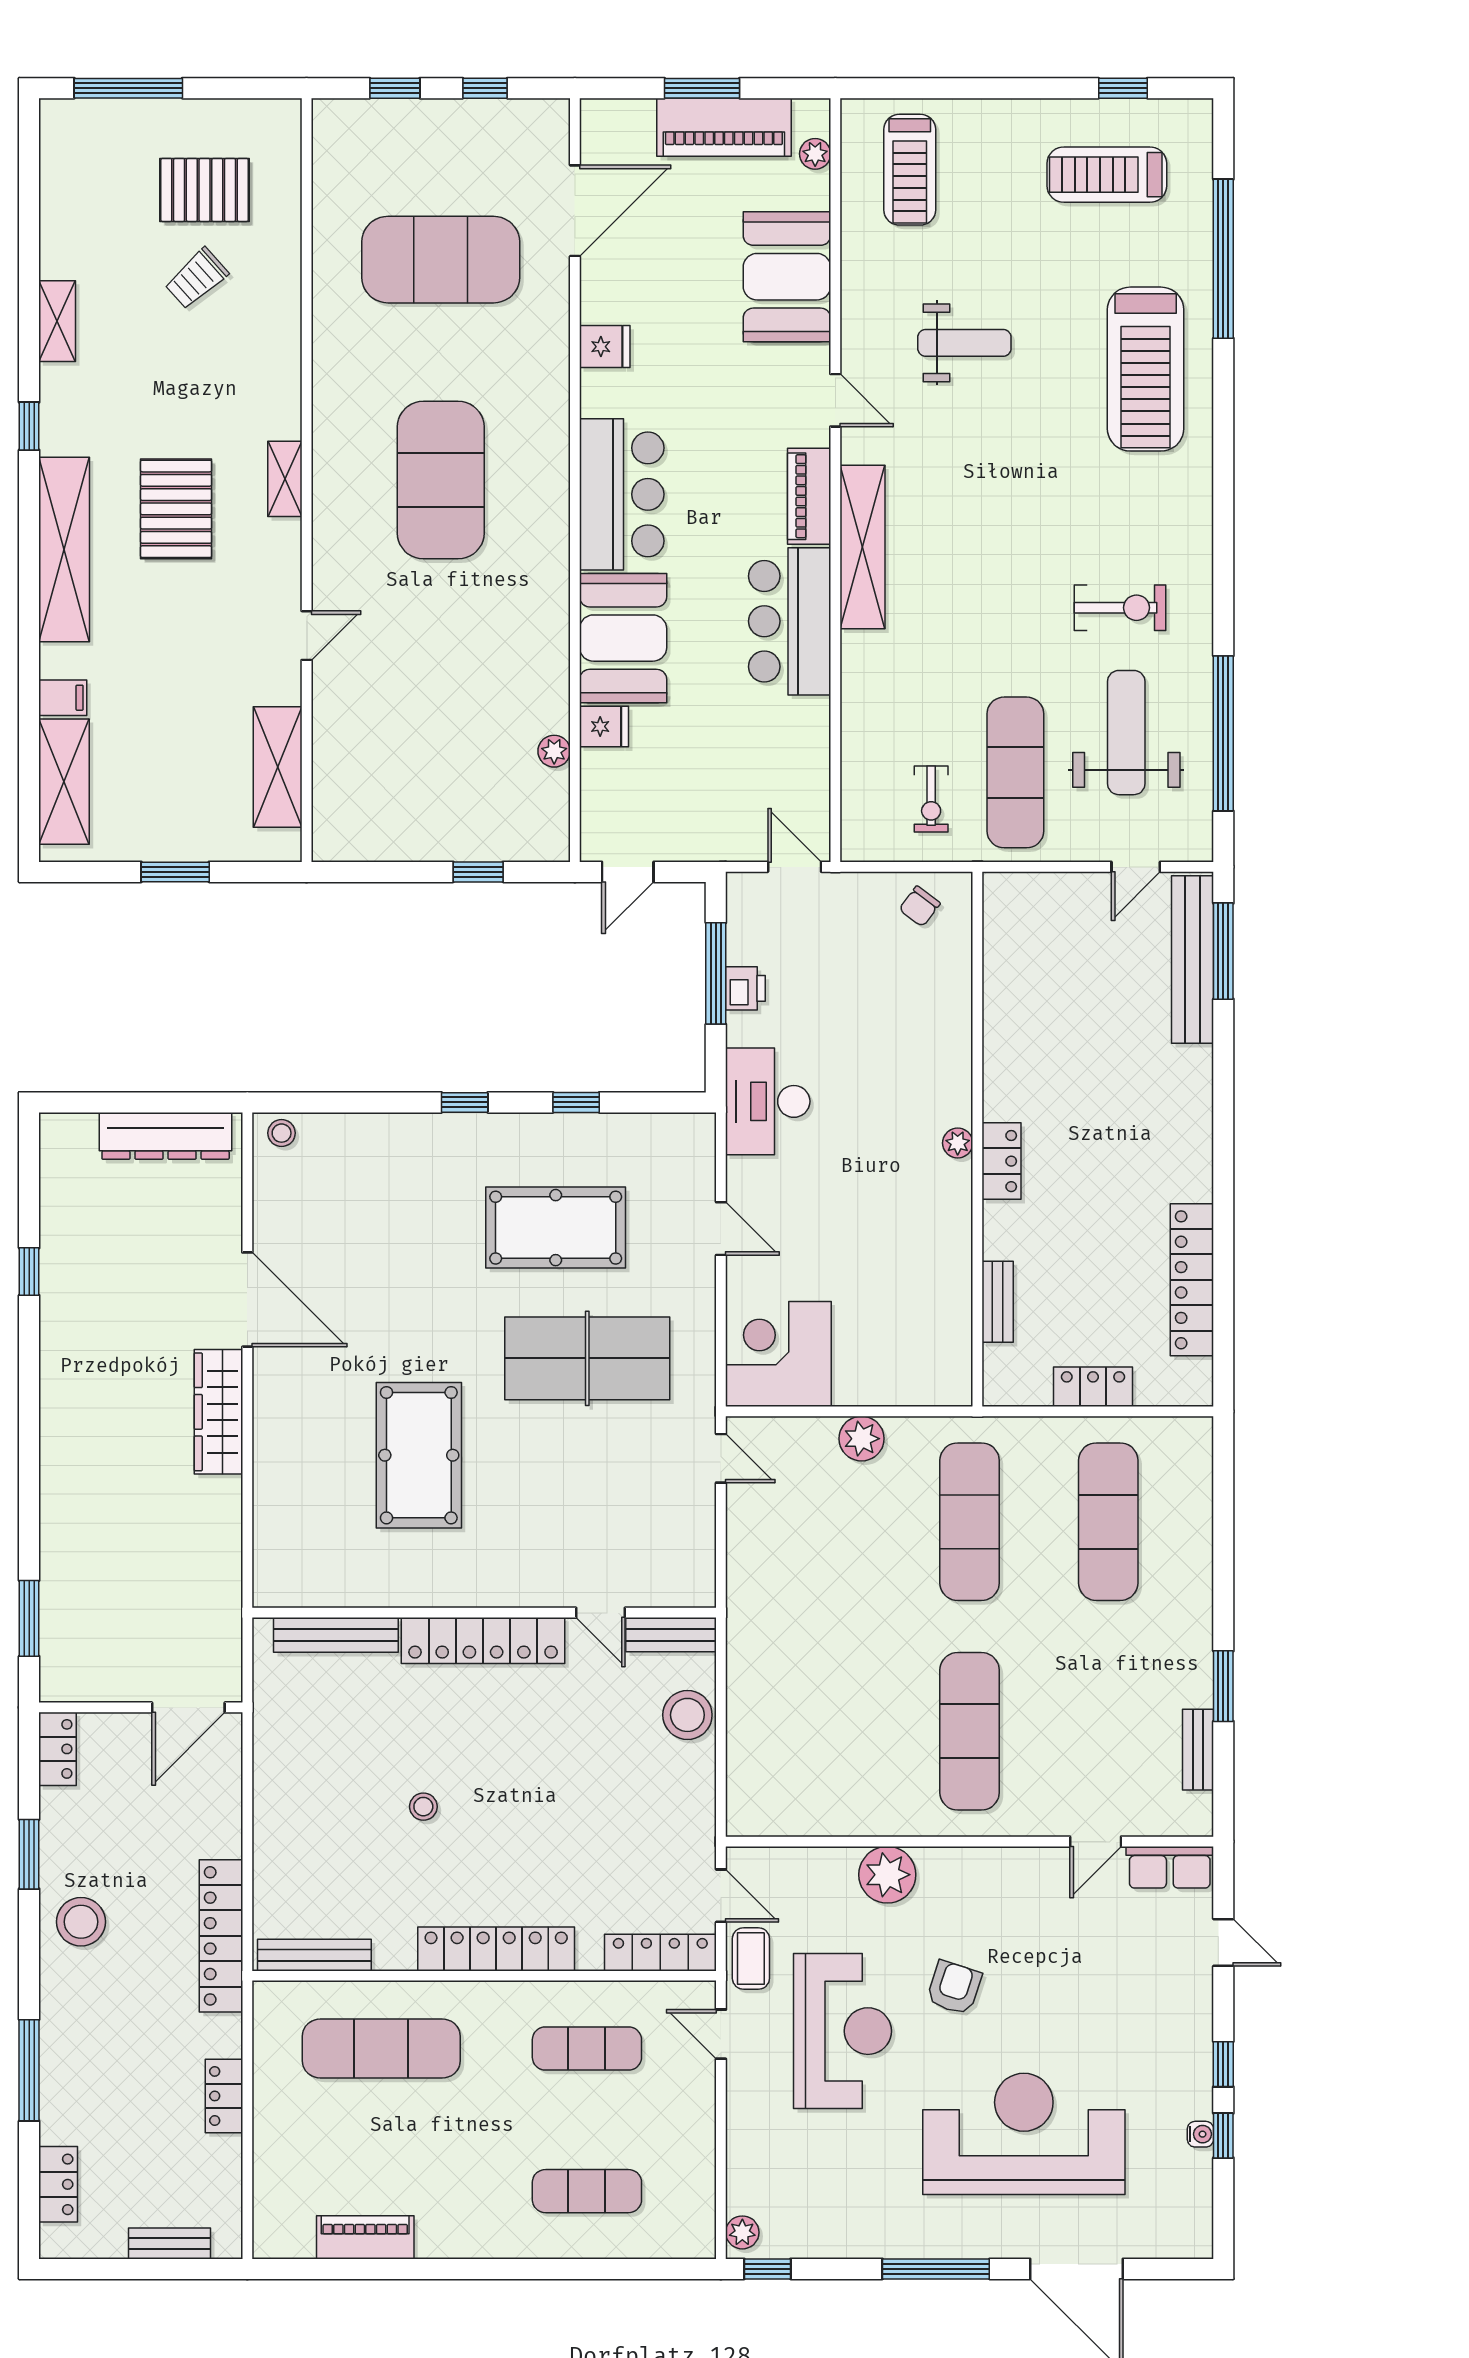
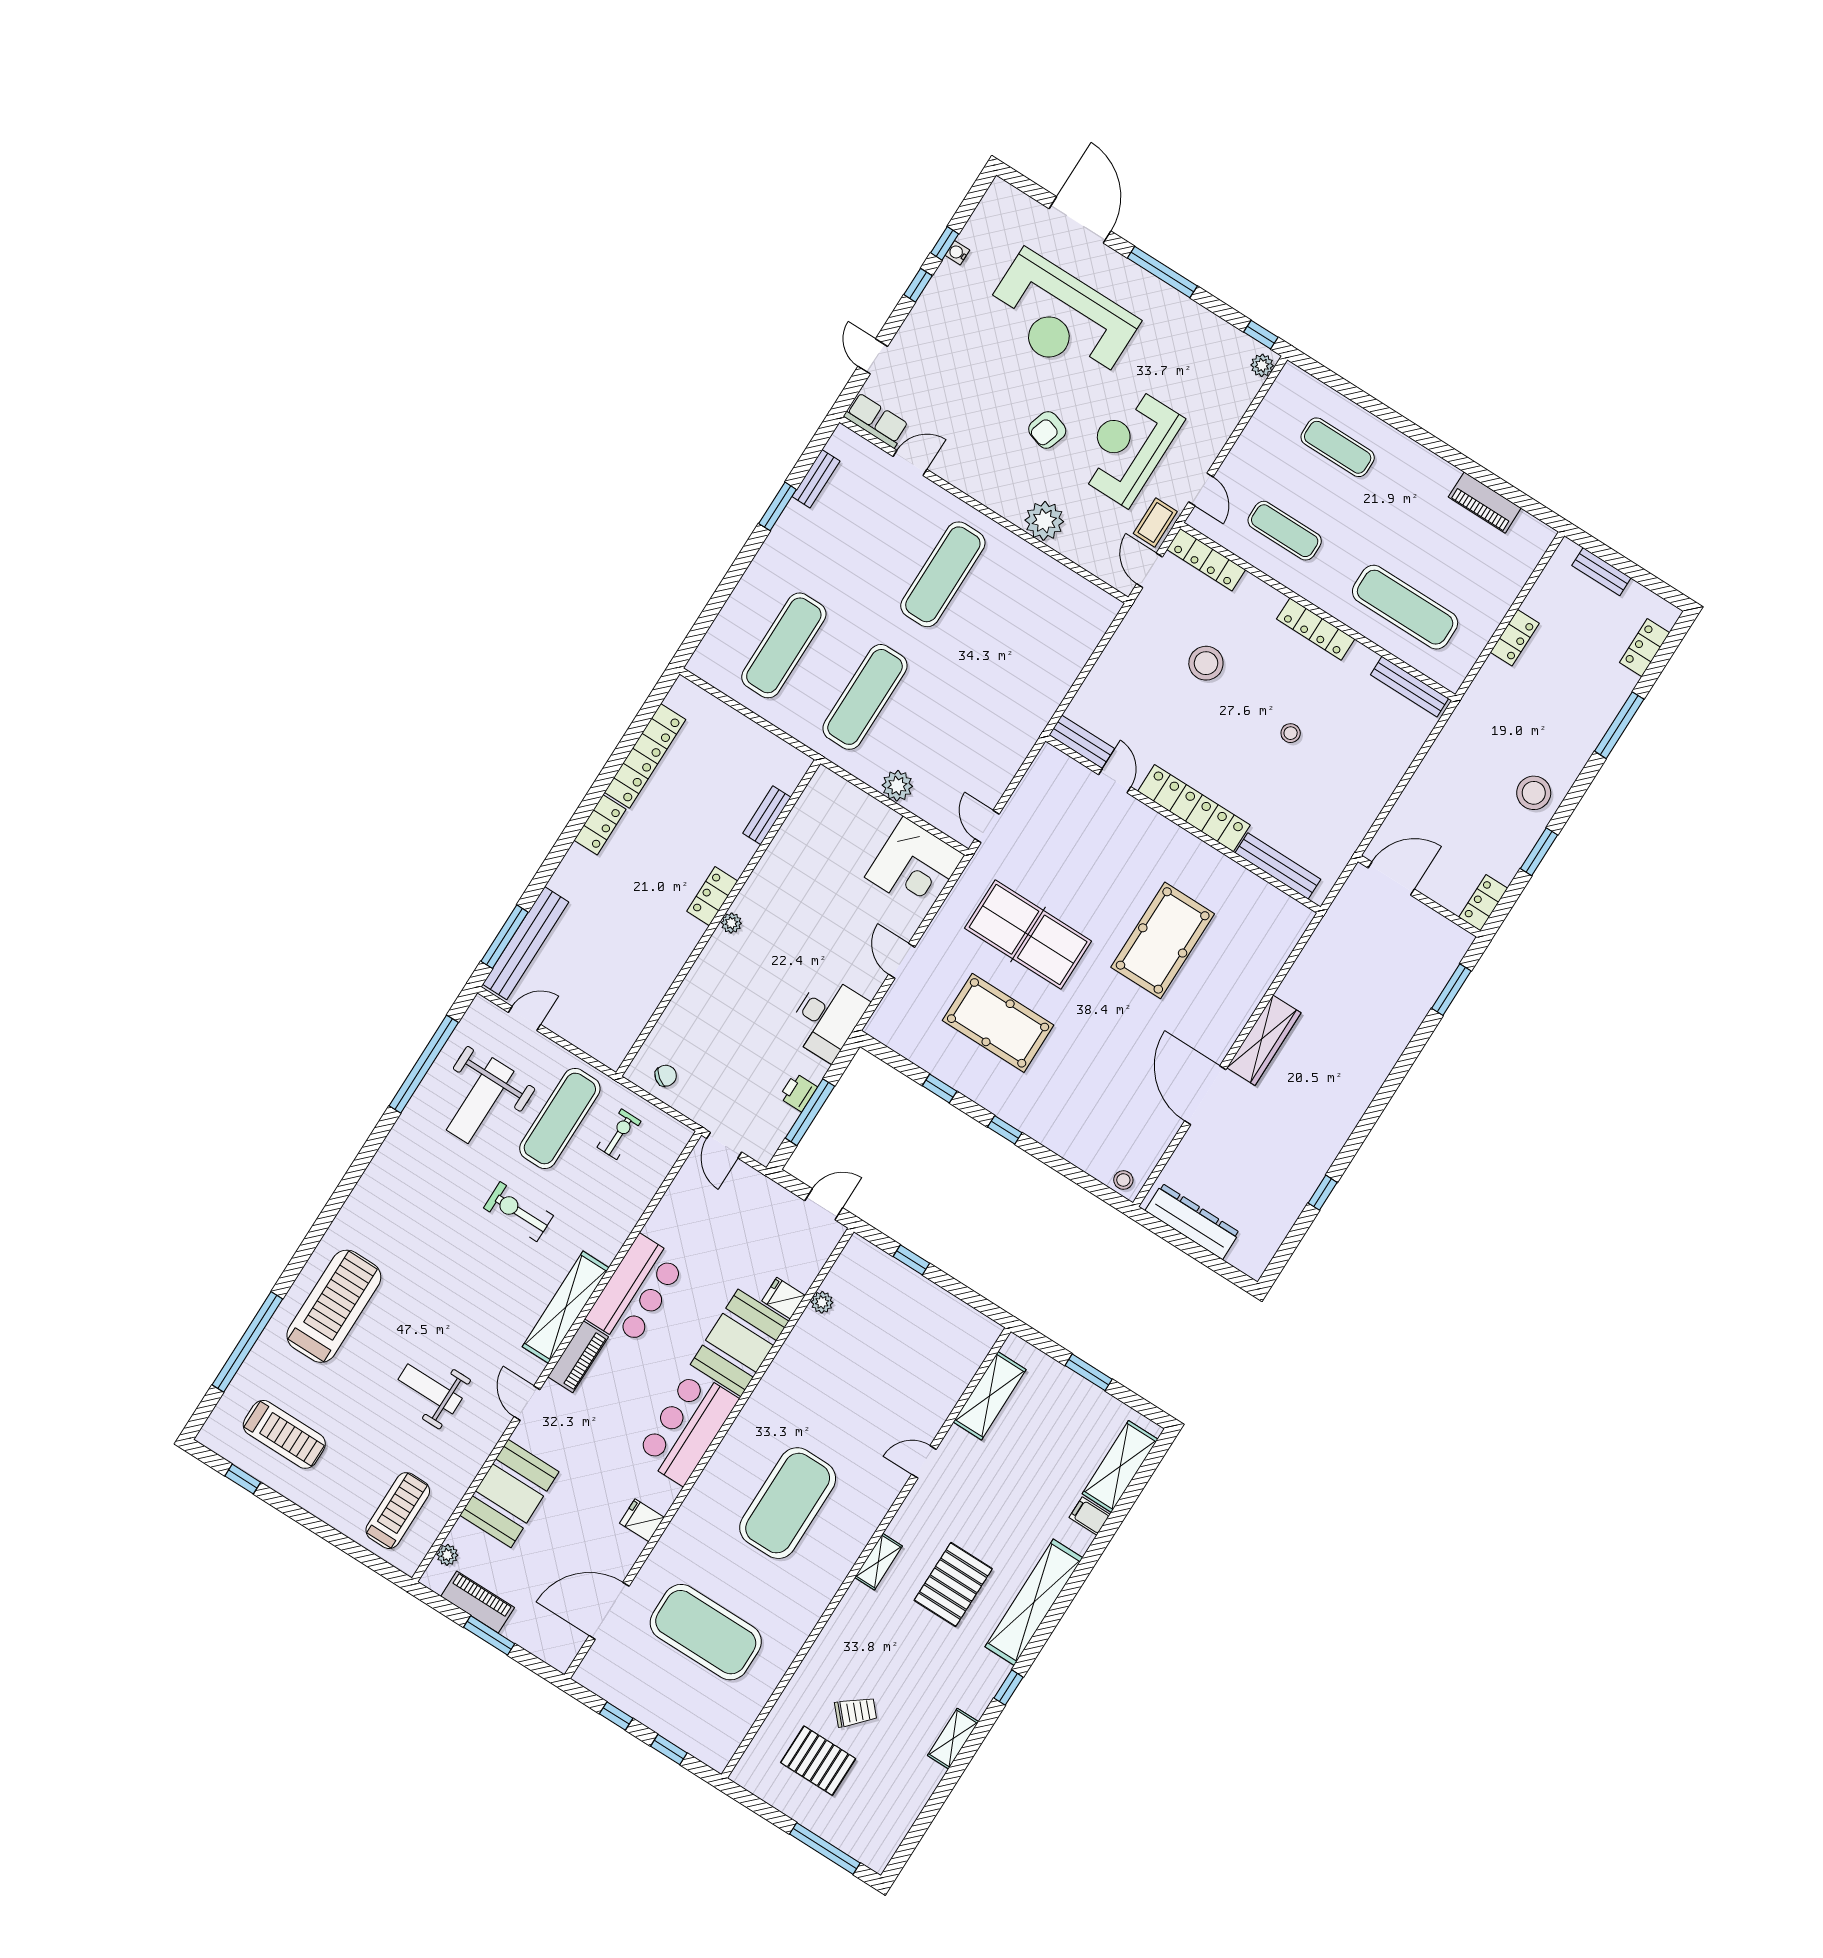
piano: (724, 127) -> (478, 1602), width x0.73, depth x0.75
exercise bike: (1120, 608) -> (518, 1212), moved
locker: (1093, 1387) -> (600, 825), moved, turned -90
stool: (687, 1715) -> (1206, 663), moved
locker: (221, 1936) -> (1457, 733), removed
locker: (496, 1949) -> (1316, 629), width x0.71, depth x0.83

